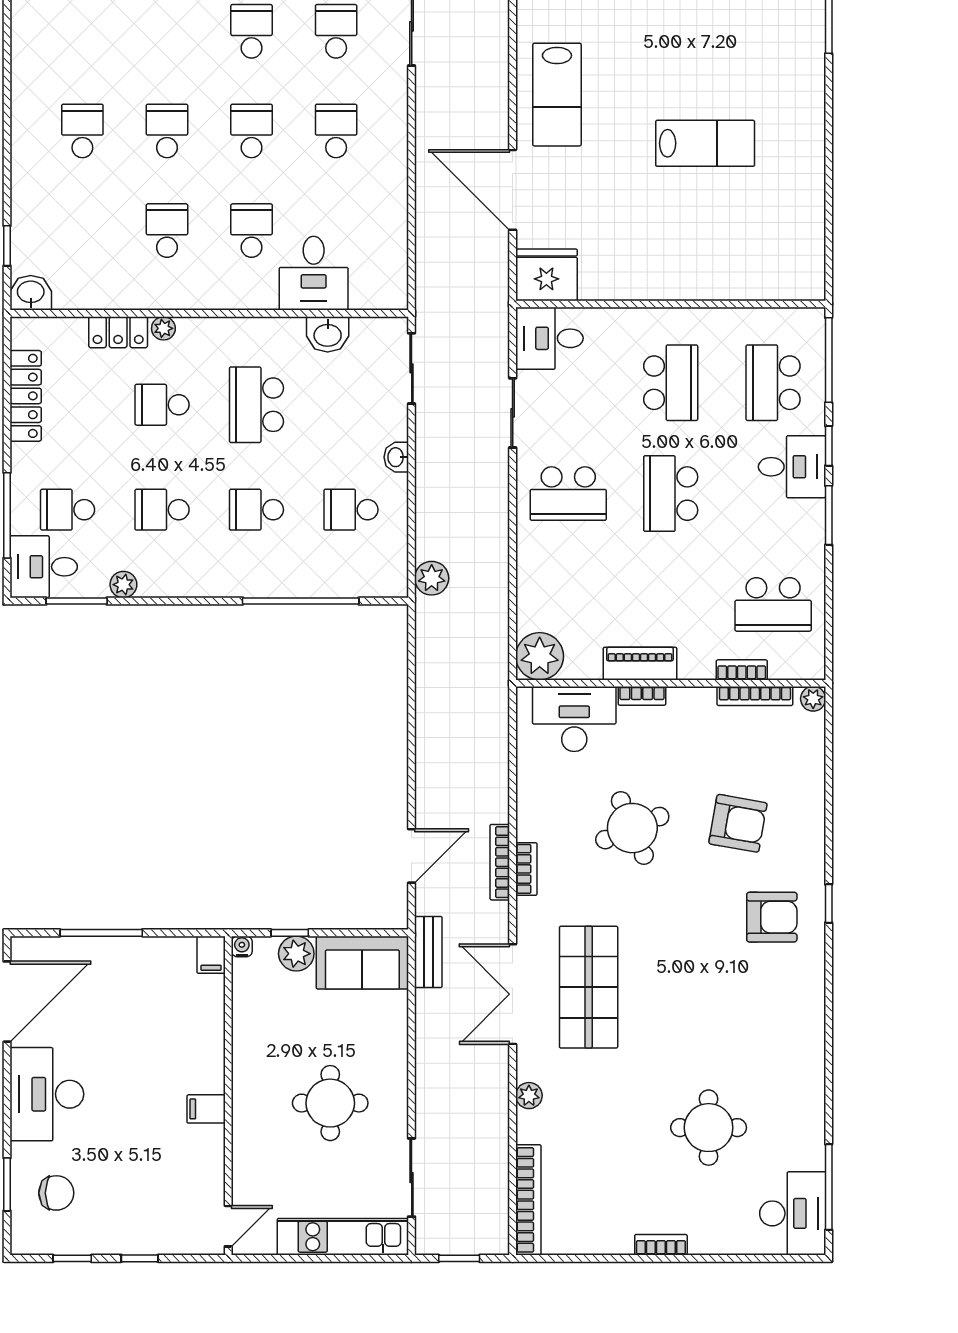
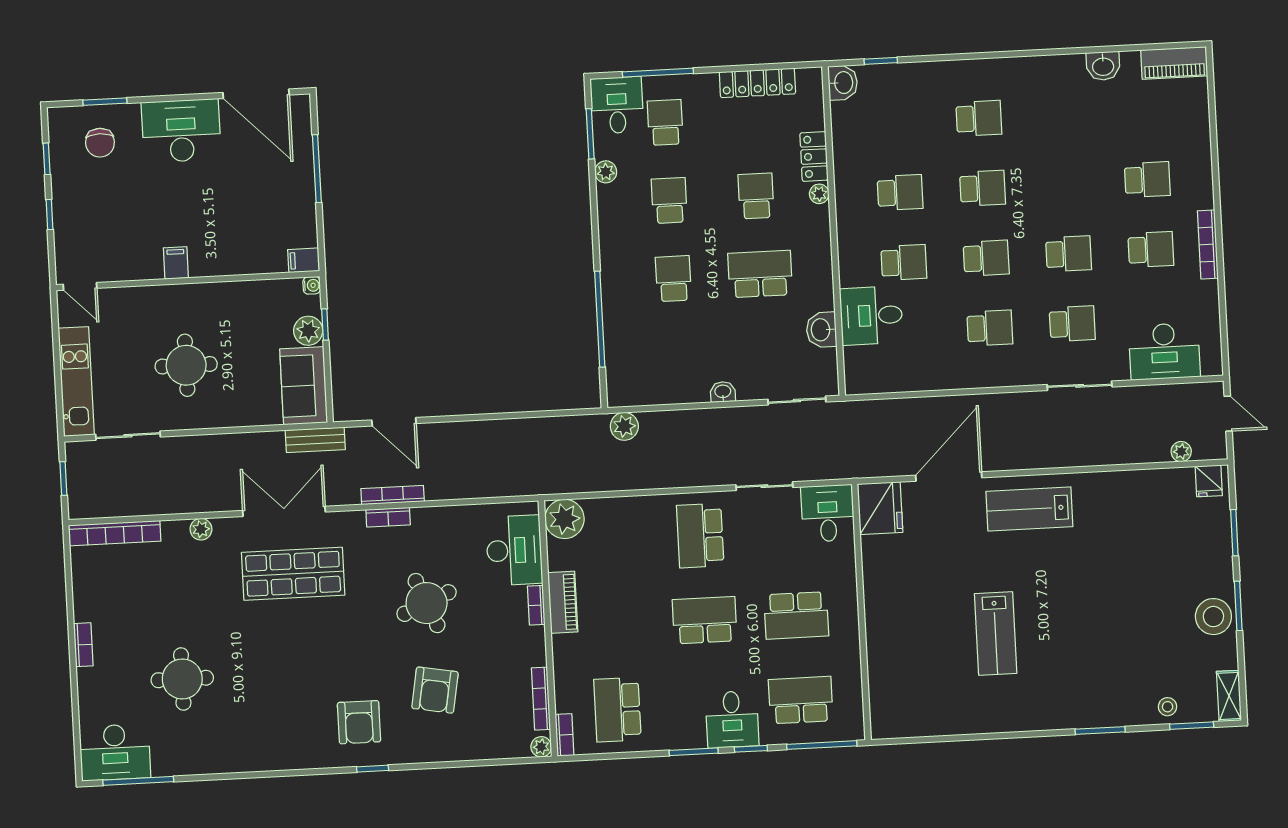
school desk: (351, 510) -> (677, 357), removed
bookcase: (742, 670) -> (565, 735), moved

